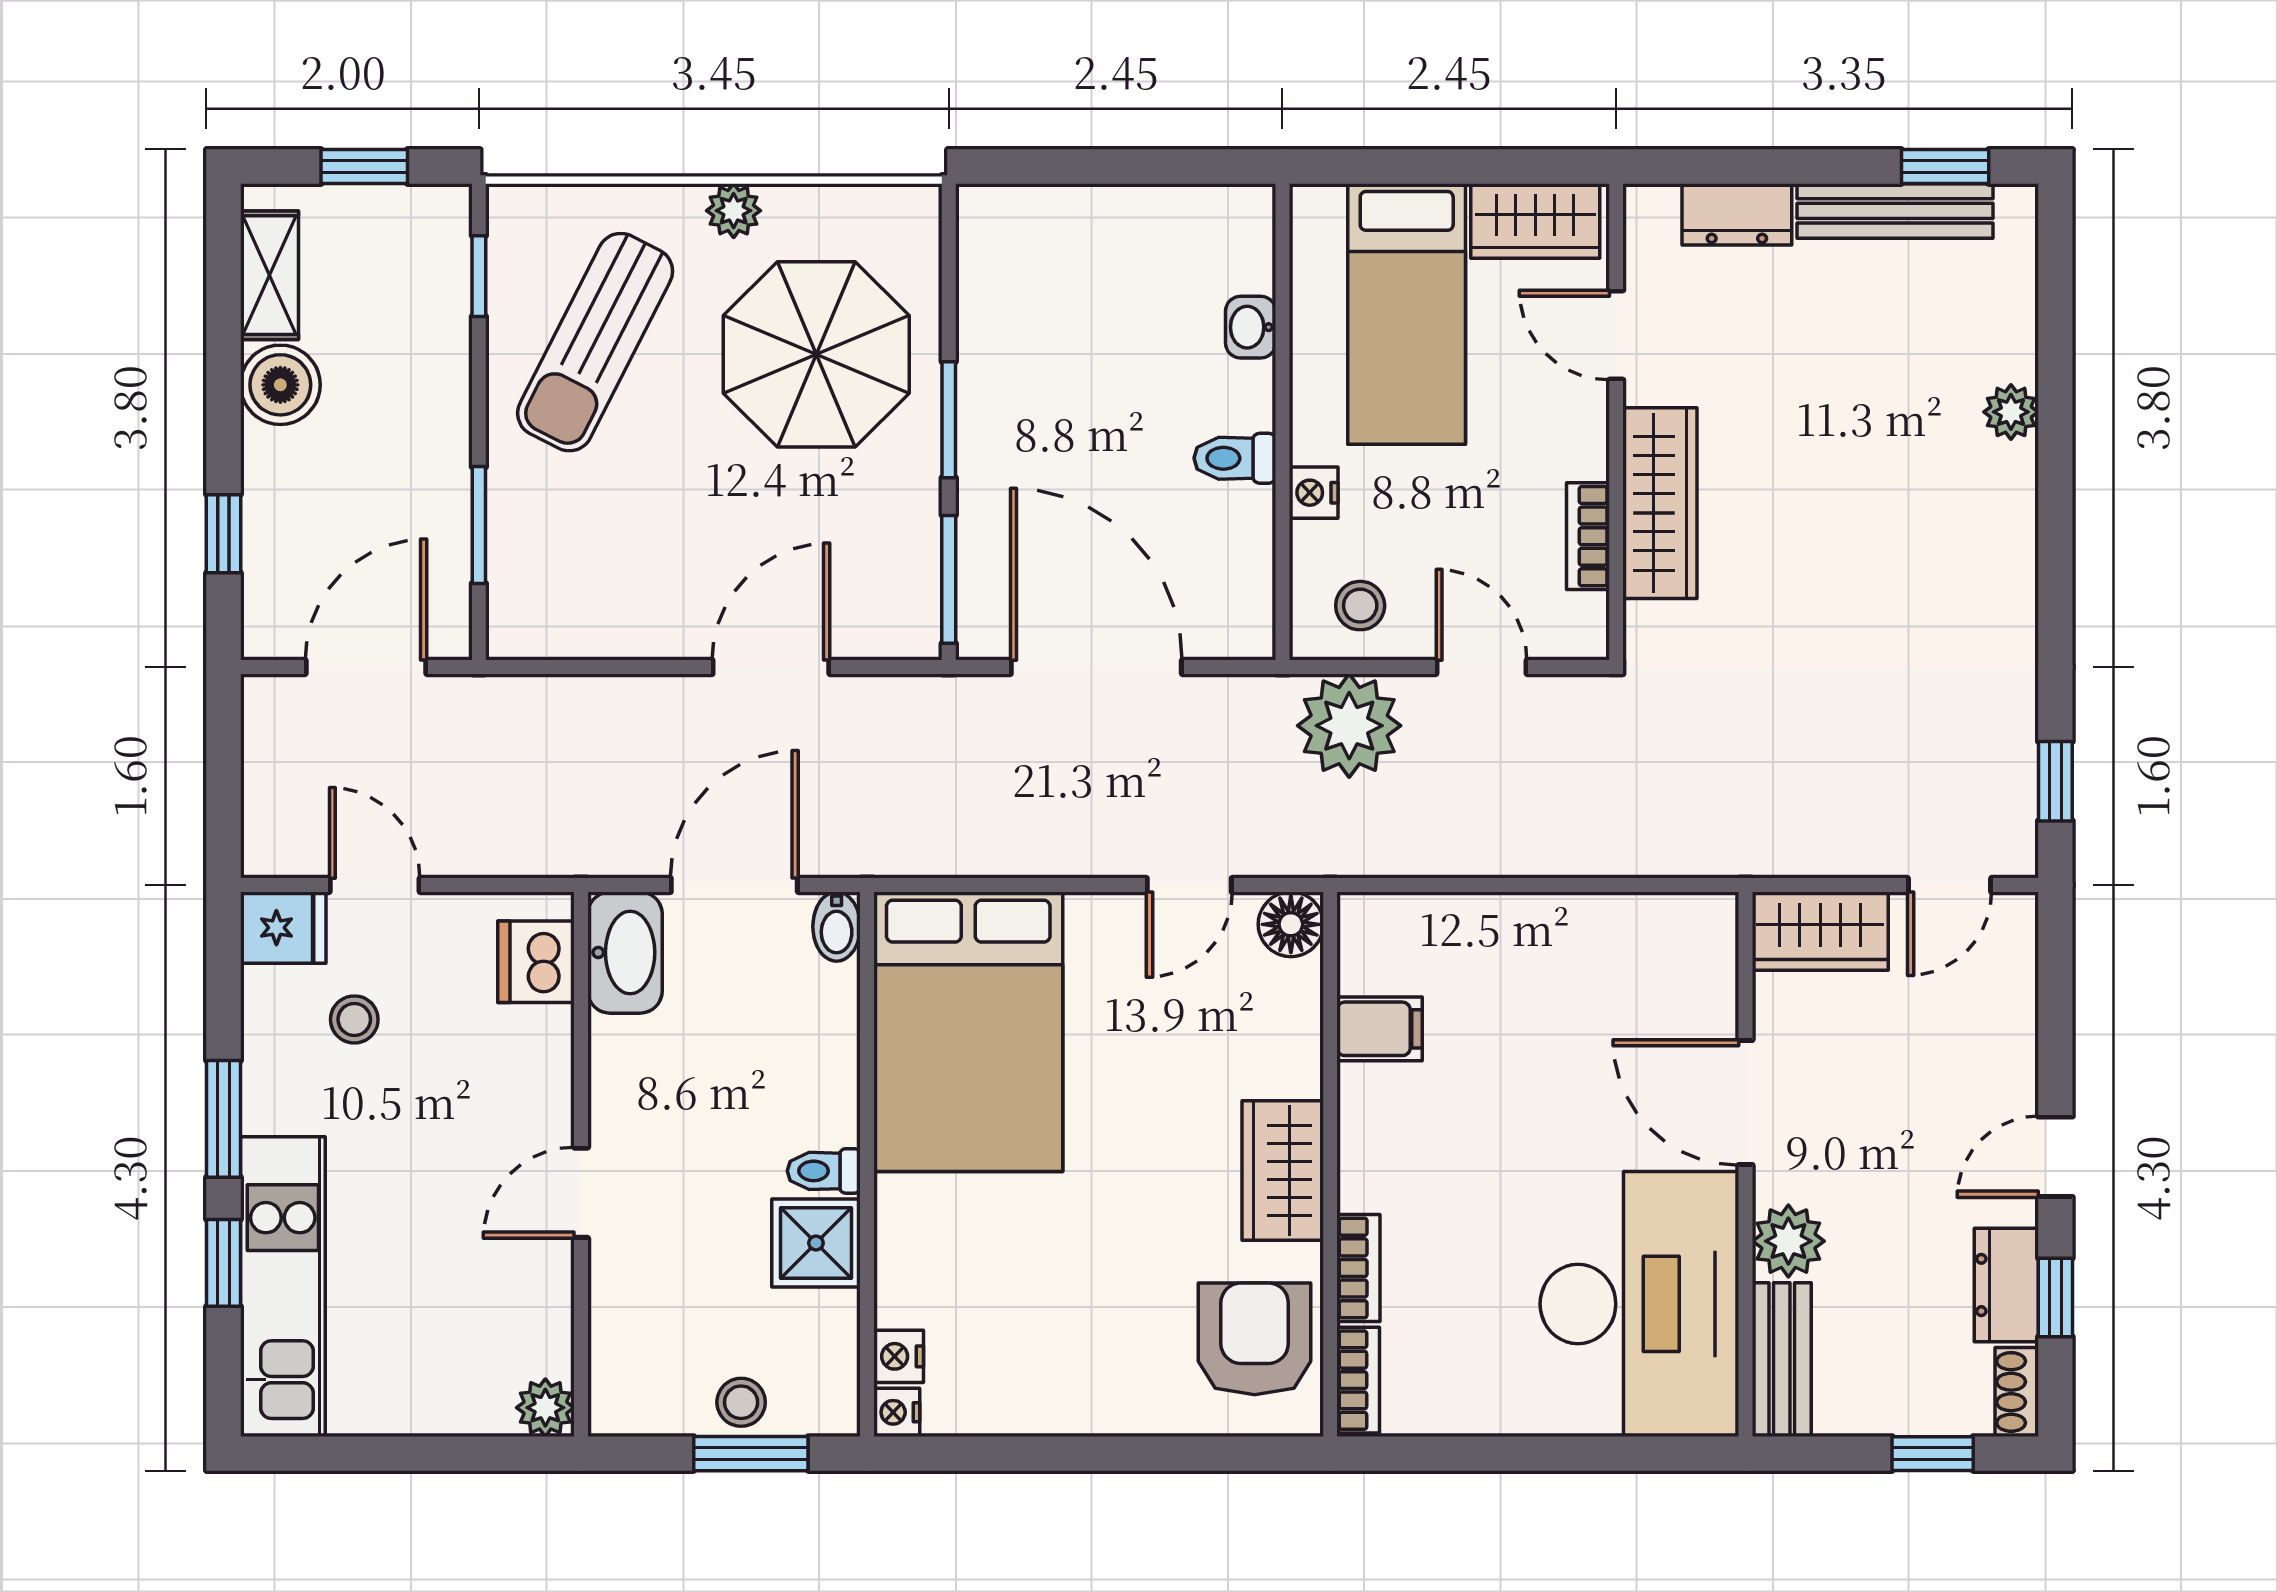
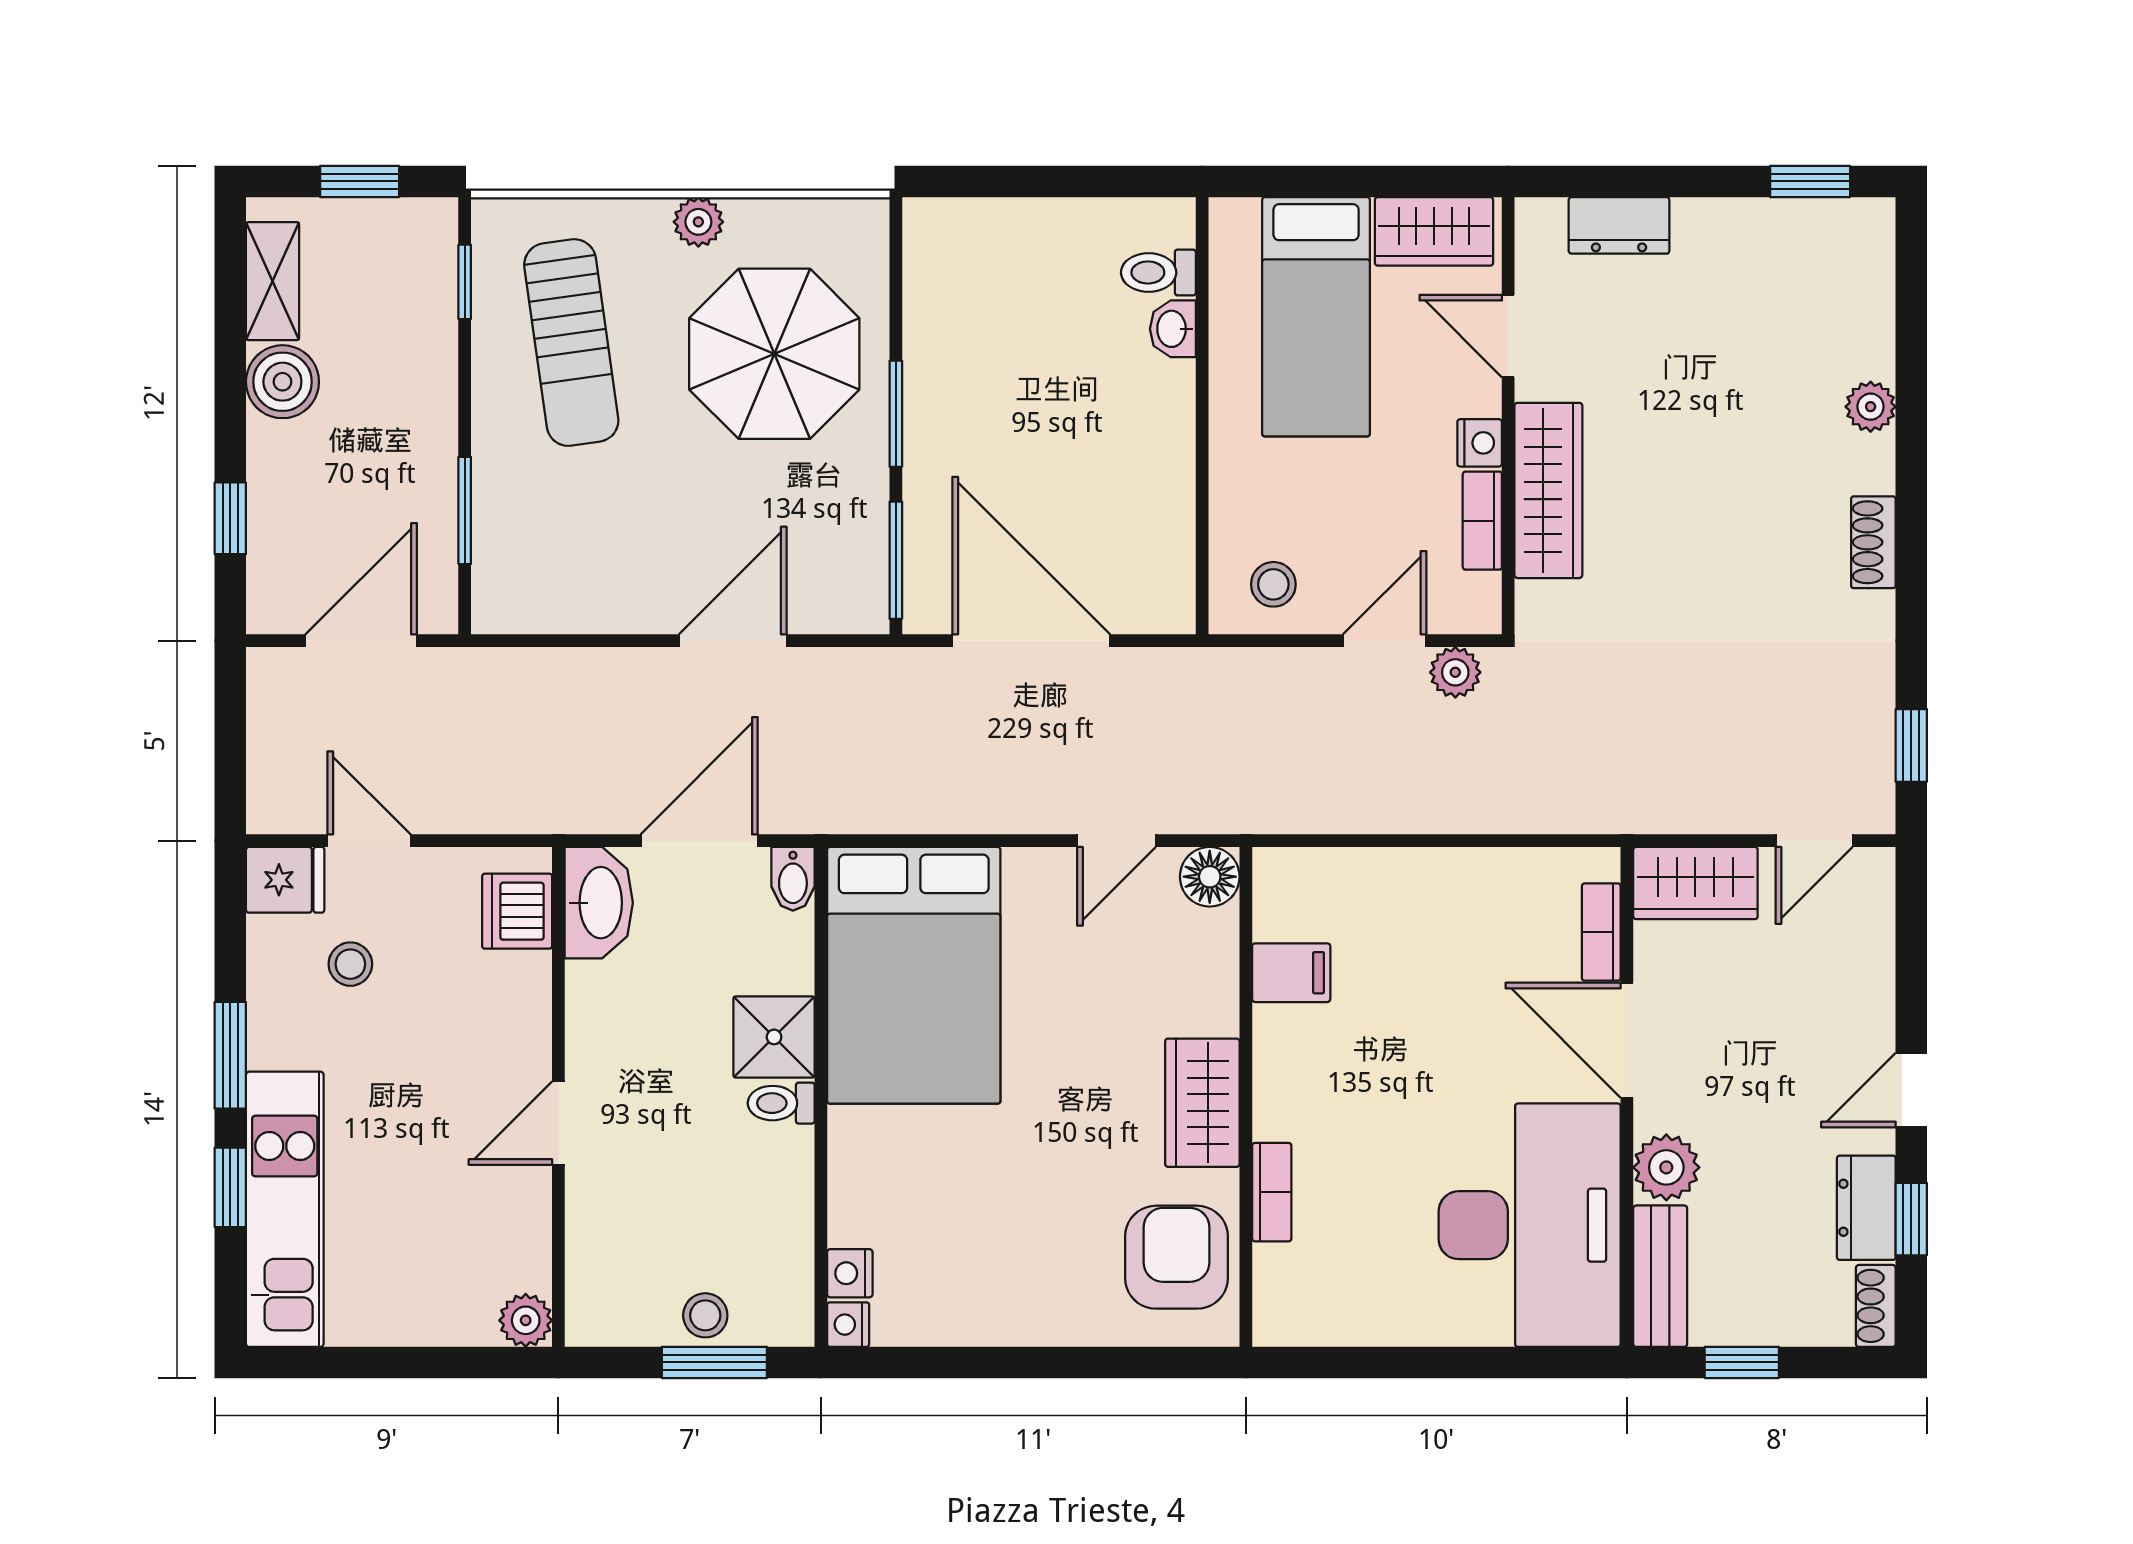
bench: (1895, 211) -> (1764, 222), removed
sun lounger: (595, 342) -> (571, 343), turned -35
toilet: (1235, 458) -> (1158, 272), moved
nightstand: (1314, 493) -> (1480, 443), moved, turned 180
shoe rack: (2014, 560) -> (1873, 542), added
door: (1481, 667) -> (1385, 641), hinge flipped
plant: (1349, 726) -> (1455, 672), moved, width x0.53, depth x0.53
shower: (816, 1243) -> (774, 1037), moved
bookcase: (1358, 1380) -> (1601, 932), moved, turned 180
window: (1933, 1454) -> (1742, 1362), moved

